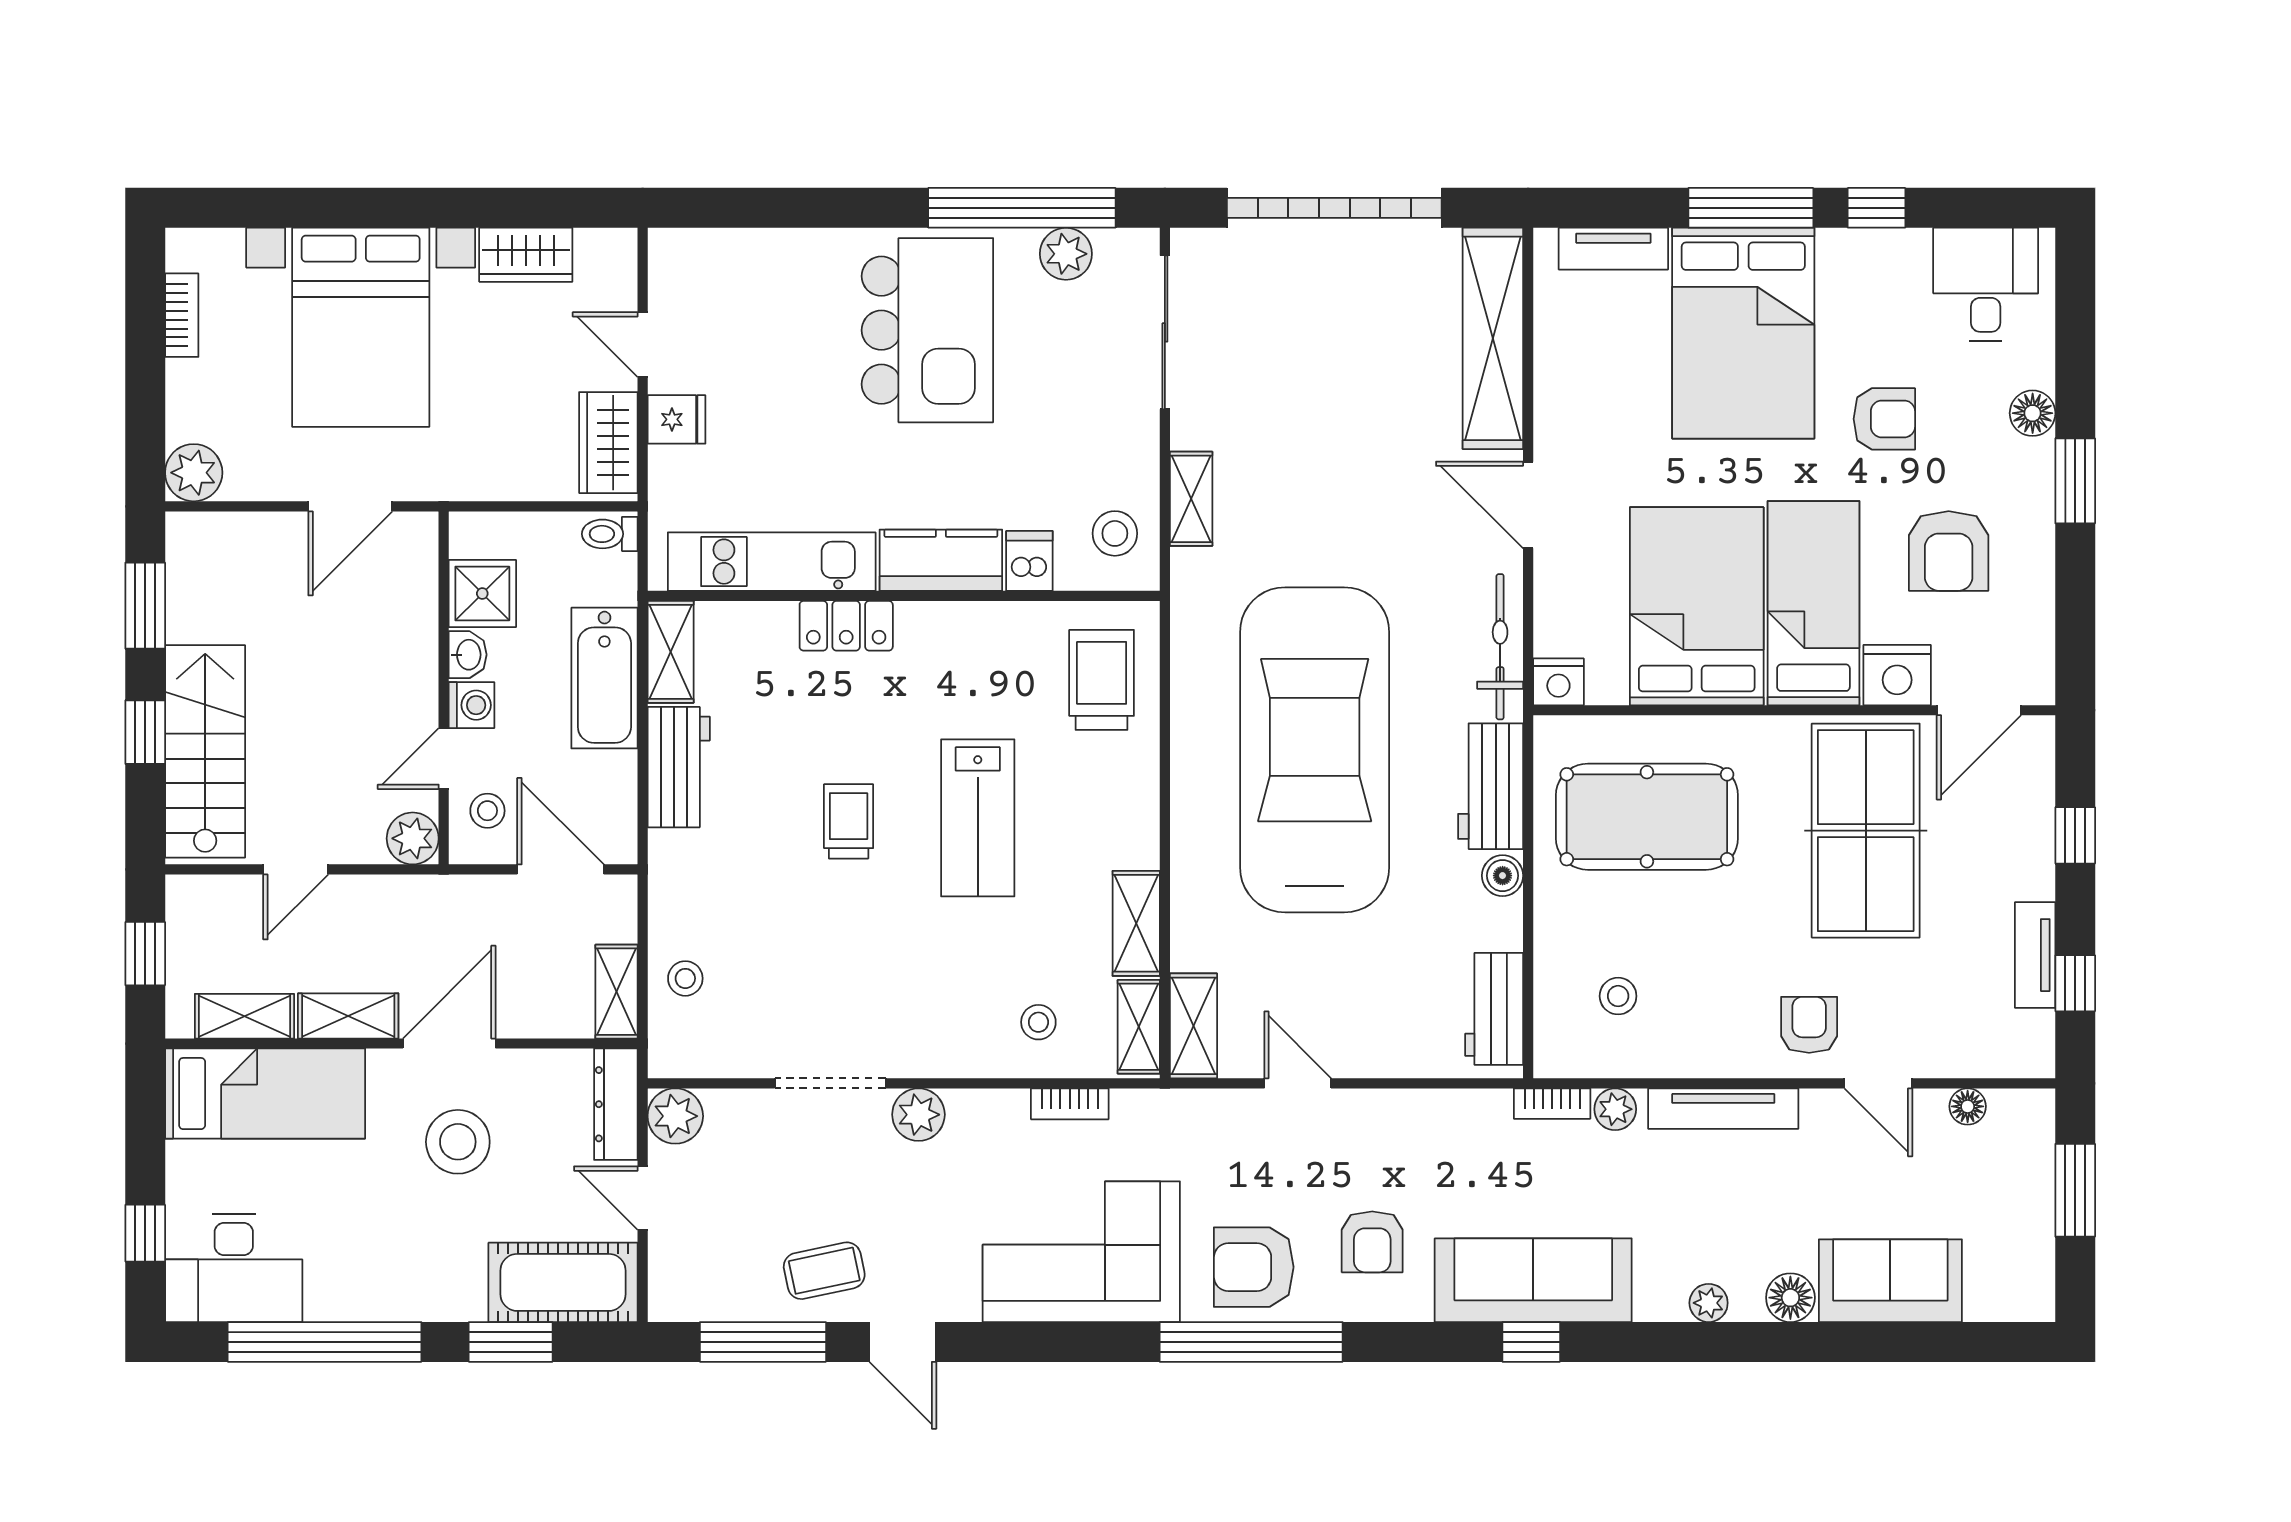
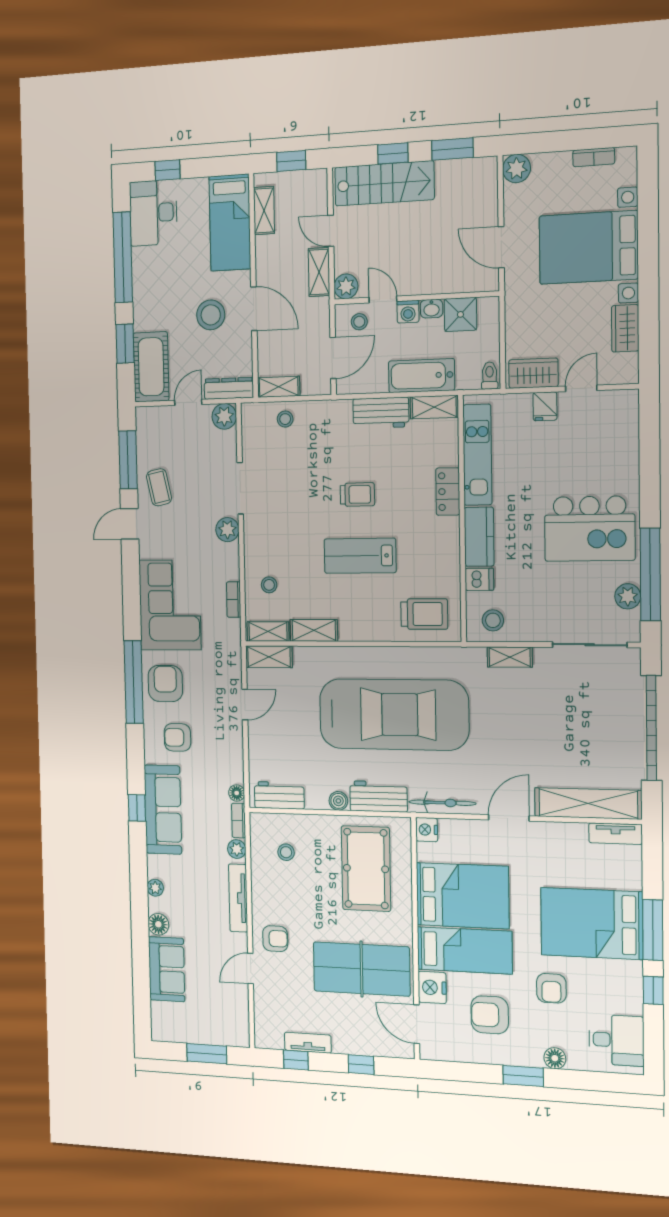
tv unit: (1613, 249) -> (616, 834), moved, turned -90
shelving: (348, 1016) -> (319, 272), moved
floor lamp: (1968, 1106) -> (237, 793), moved

